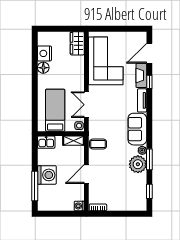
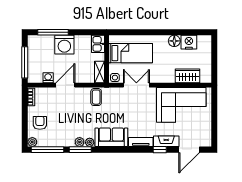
wardrobe: (77, 43) -> (188, 76), moved
door: (149, 53) -> (189, 150), swing flipped
plant: (138, 164) -> (80, 142), width x0.53, depth x0.53
door: (86, 174) -> (65, 85), hinge flipped
window: (149, 191) -> (48, 150), width x2.17
armchair: (123, 199) -> (40, 123), added
washing machine: (79, 206) -> (48, 78), moved
plant: (142, 206) -> (32, 142), added
window: (64, 214) -> (25, 62), added

